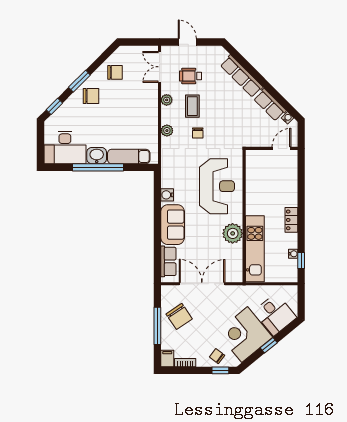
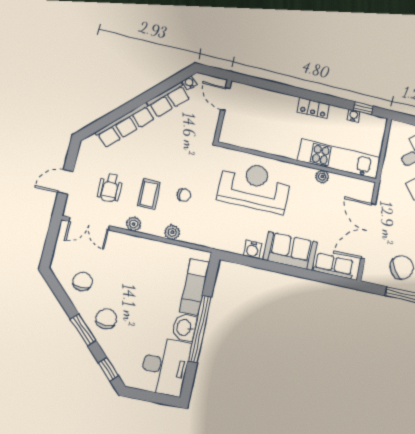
coffee table: (192, 106) -> (149, 194), turned 90
plant: (233, 233) -> (322, 177), width x0.53, depth x0.53

